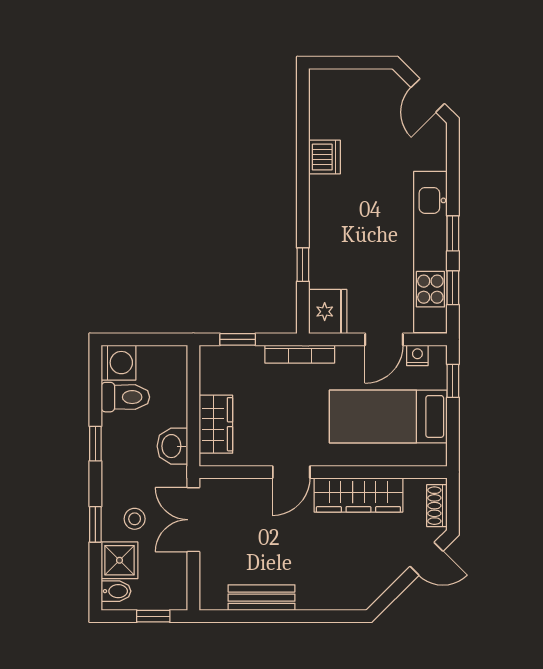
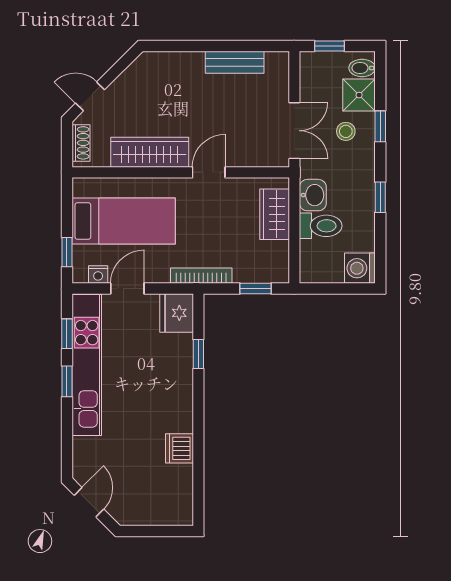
toilet: (125, 397) -> (321, 226), moved, turned 180

